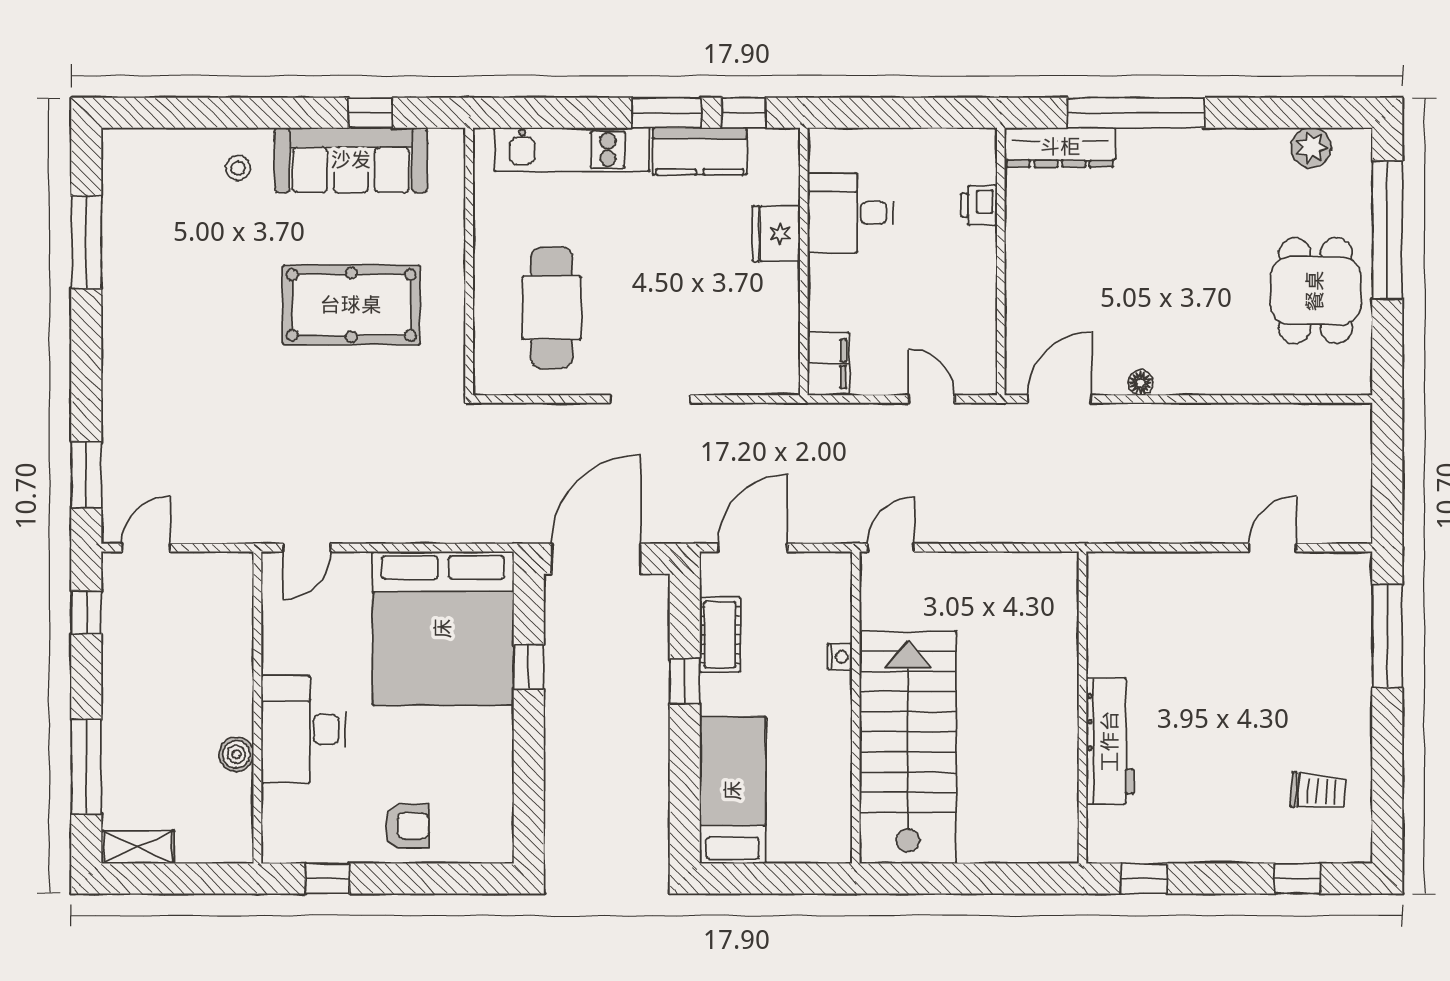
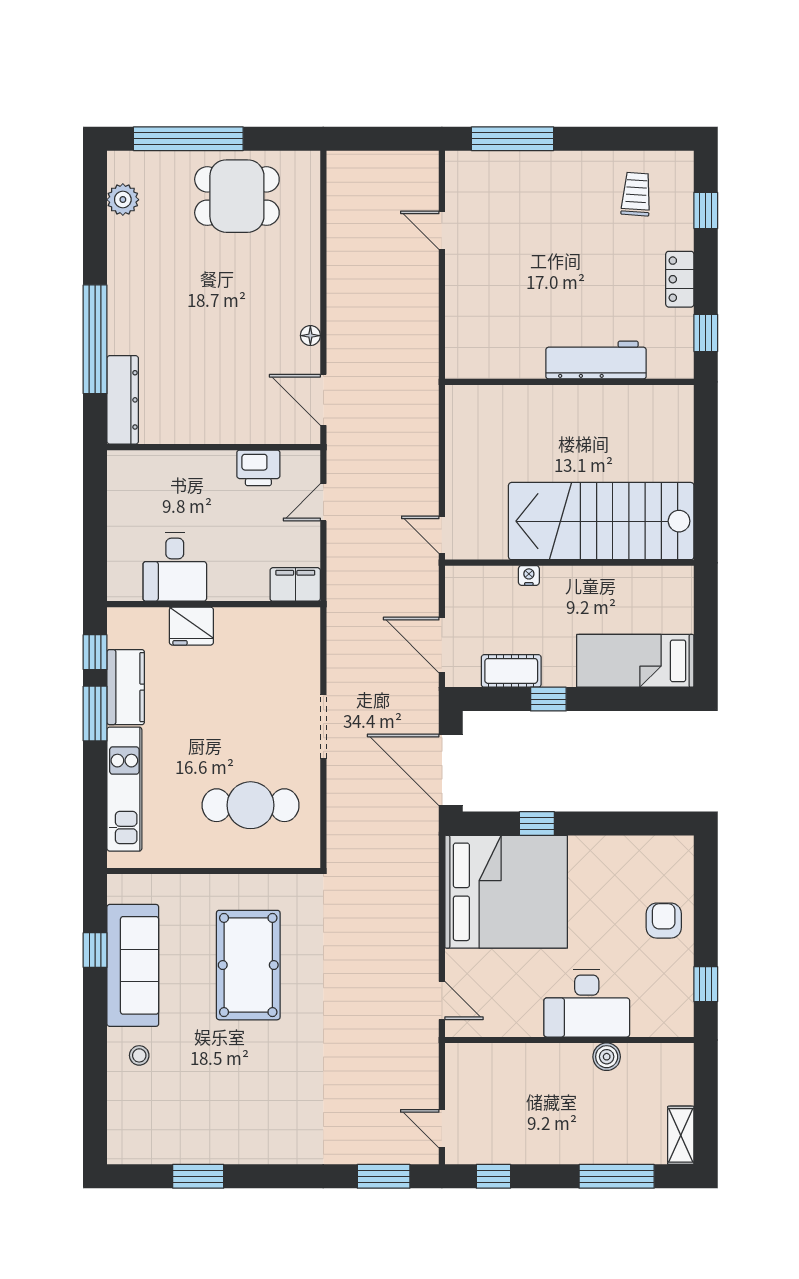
printer: (979, 205) -> (258, 468), moved, width x1.36, depth x1.24
window: (86, 242) -> (198, 1176), width x0.69
locker: (1211, 846) -> (680, 279), added

